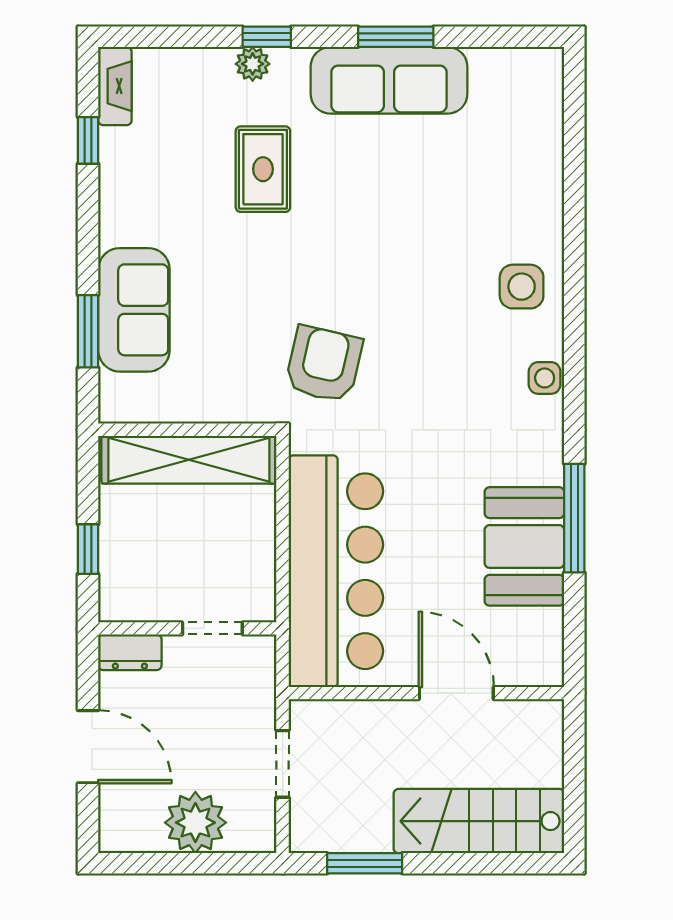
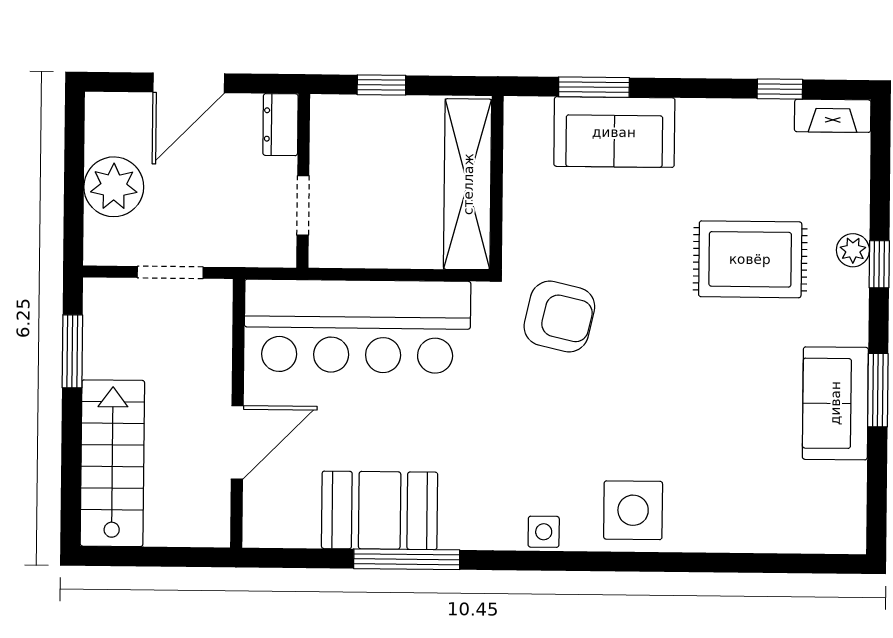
sofa: (389, 80) -> (835, 403), width x0.73
rug: (263, 169) -> (750, 259), width x1.36, depth x1.43
side table: (522, 287) -> (633, 510), width x1.37, depth x1.37

